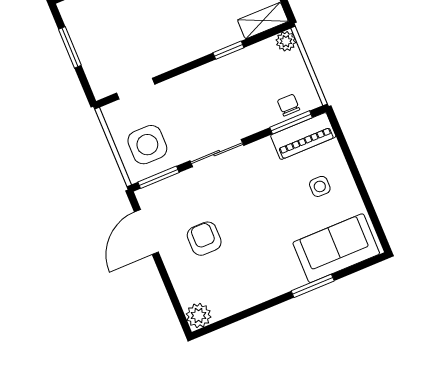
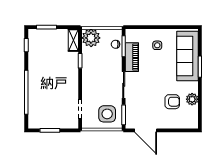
plant: (286, 41) -> (91, 38), width x1.87, depth x1.87
piano: (303, 136) -> (132, 57), moved
armchair: (204, 239) -> (172, 102), moved, turned 180
sofa: (336, 248) -> (188, 56), width x1.36
plant: (199, 316) -> (192, 99), moved

